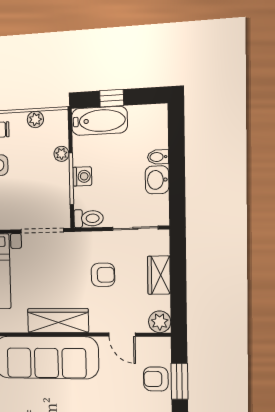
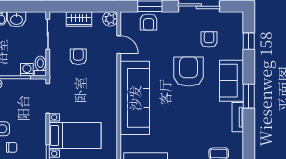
washing machine: (82, 176) -> (27, 70), moved
wardrobe: (58, 321) -> (109, 89), removed
door: (122, 335) -> (119, 45), hinge flipped

